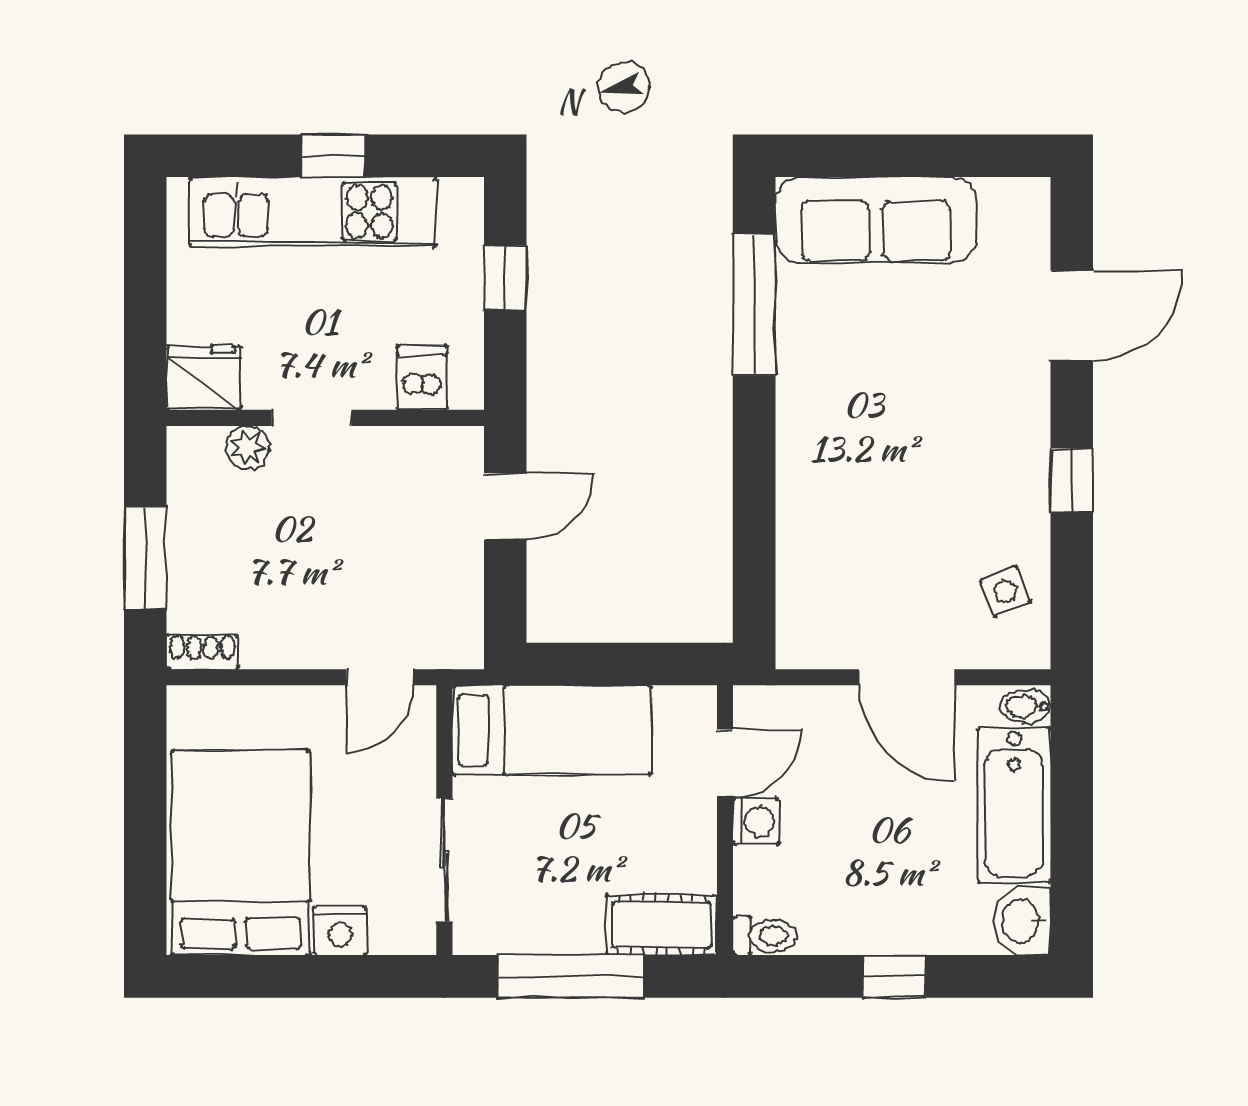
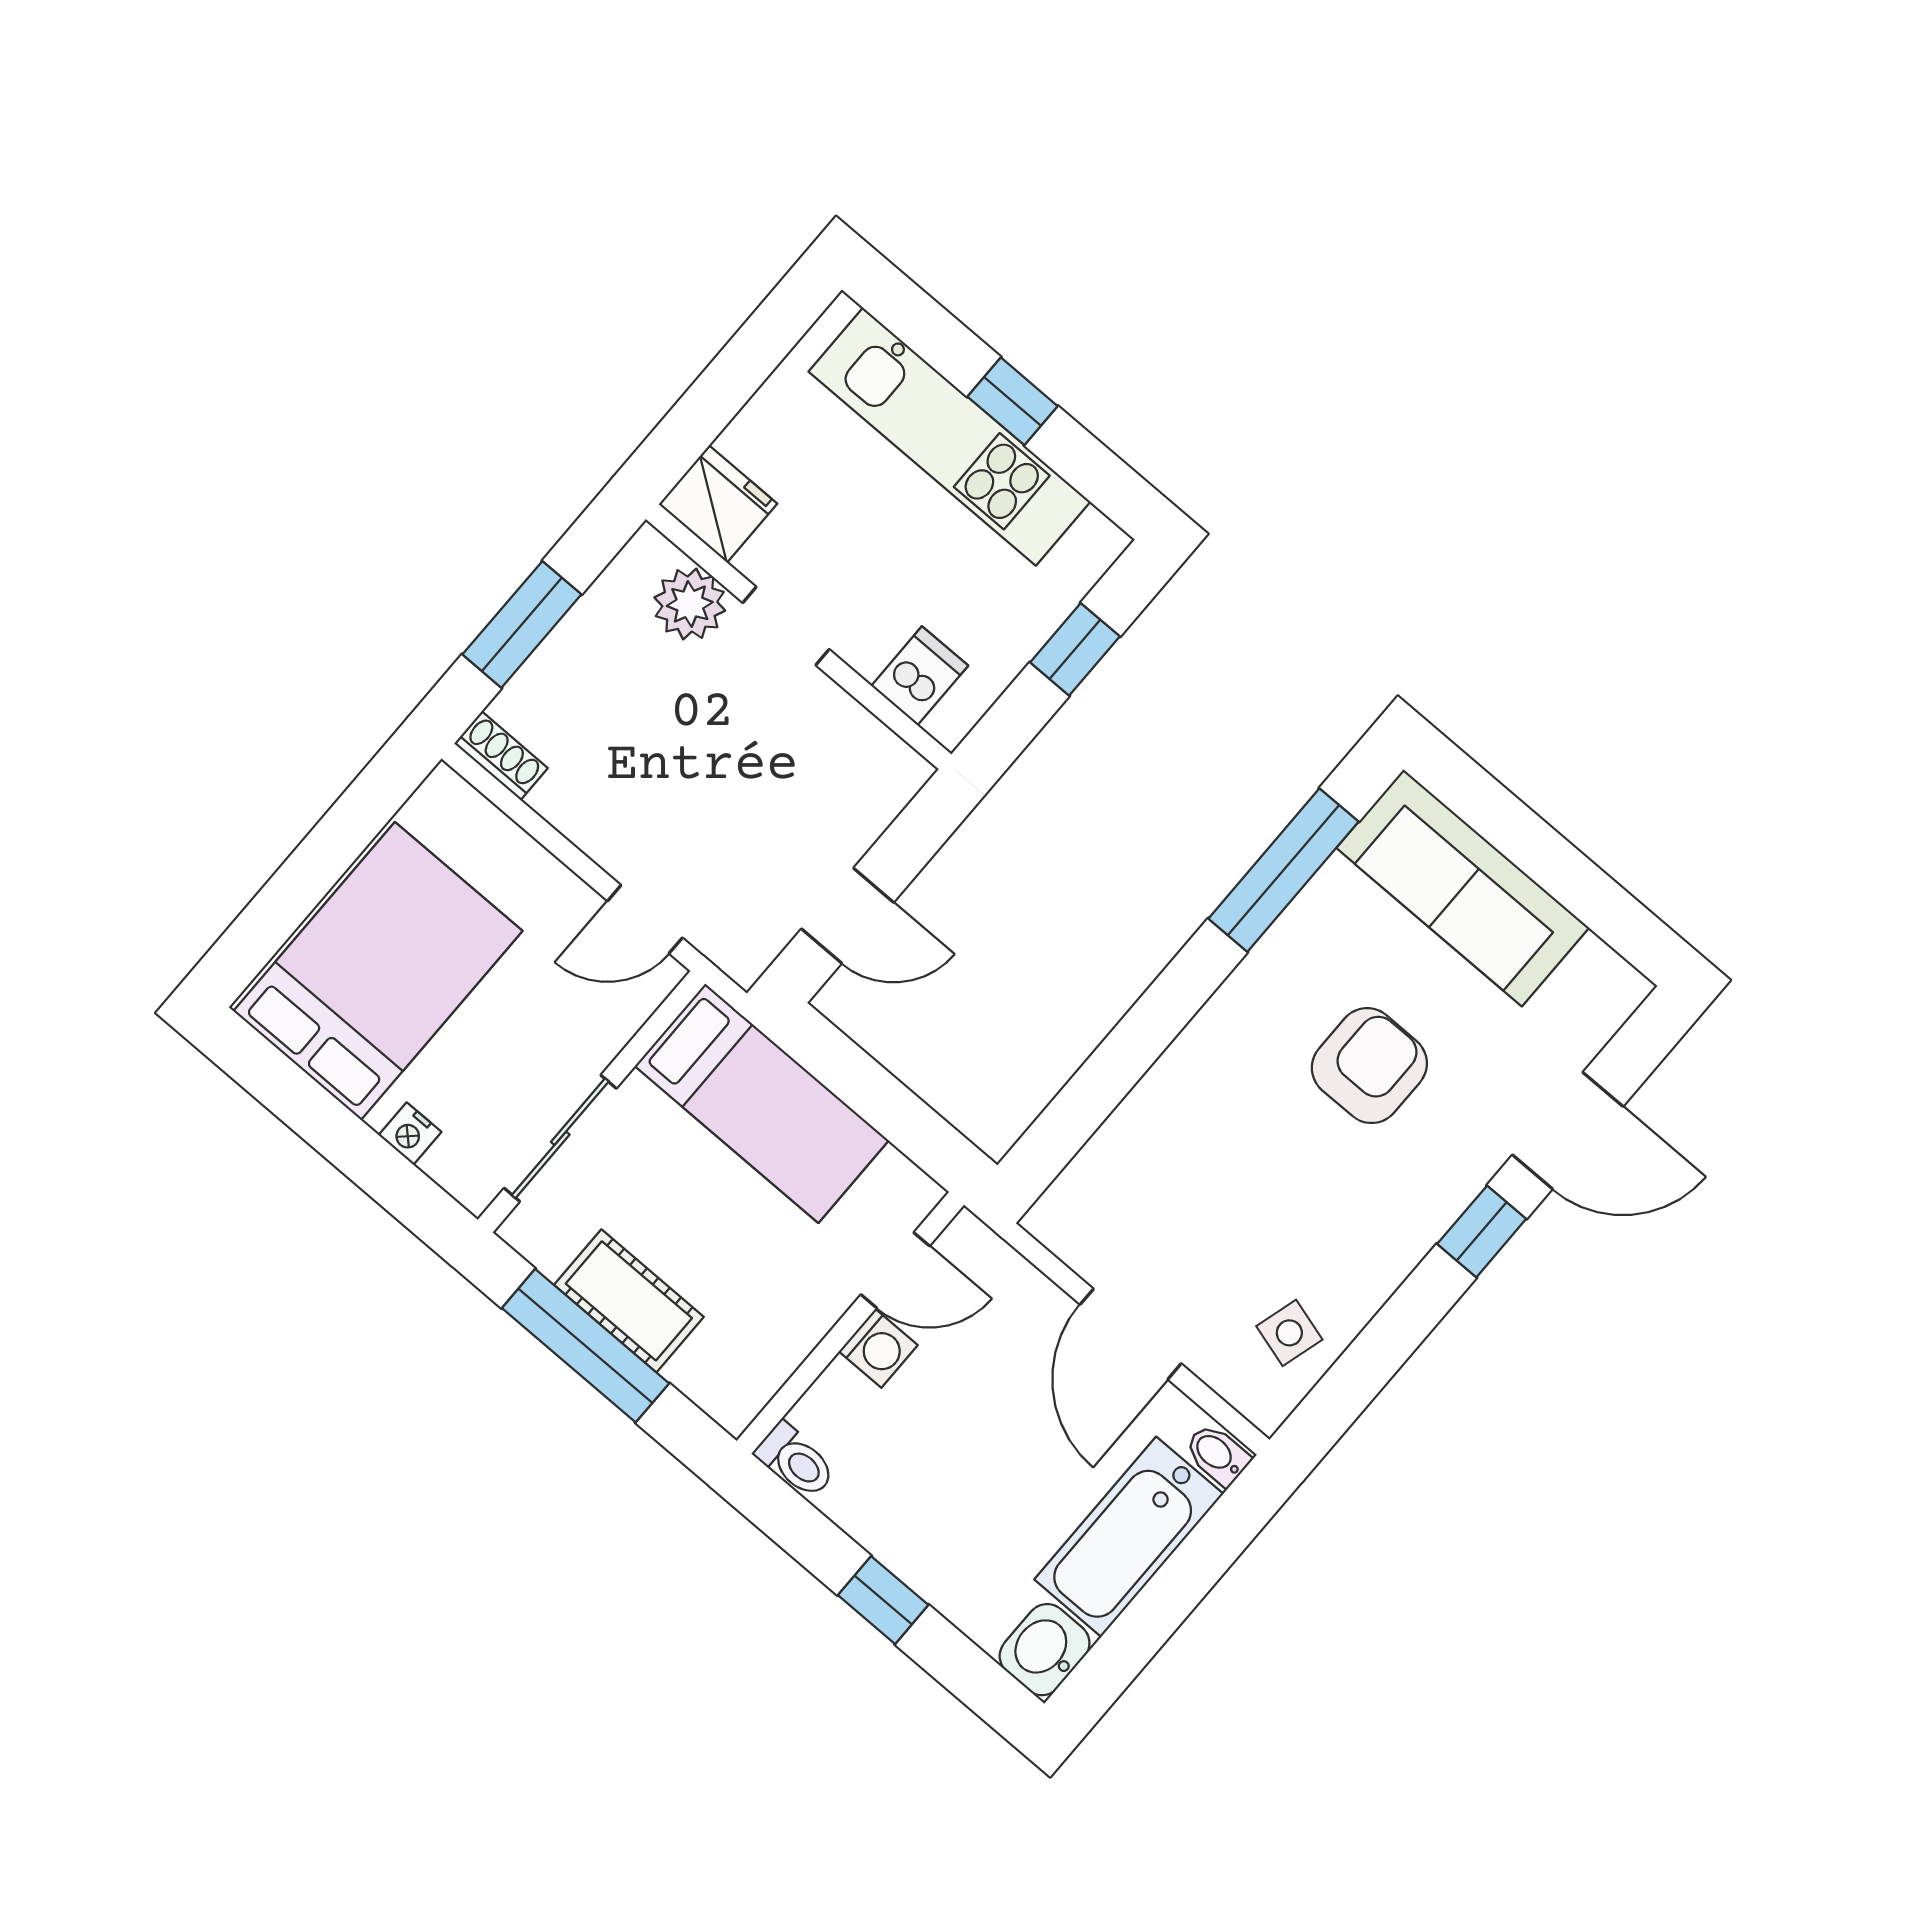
armchair: (913, 381) -> (1369, 1066), added
plant: (248, 447) -> (690, 604), width x1.38, depth x1.38
window: (1072, 480) -> (1482, 1231), moved
door: (505, 507) -> (848, 916), moved
side table: (1006, 591) -> (1289, 1333), turned 38
cot: (661, 925) -> (629, 1301), moved
nightstand: (340, 931) -> (410, 1134), width x0.72, depth x0.74

